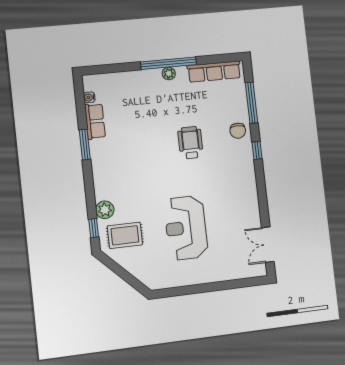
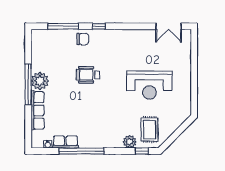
row of seats: (214, 72) -> (37, 110), moved
plant: (169, 74) -> (40, 81), width x1.87, depth x1.87
window: (85, 145) -> (81, 151), width x2.11

